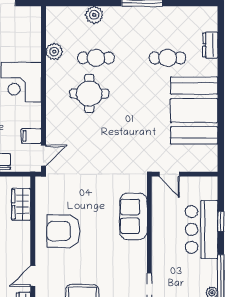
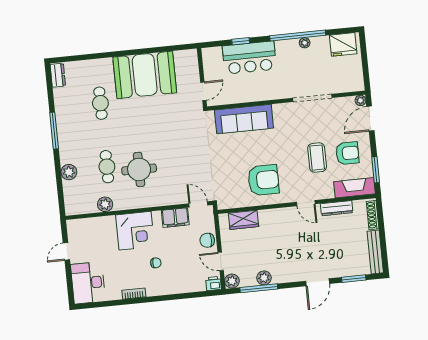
dresser: (210, 45) -> (58, 75), moved, turned -90
filing cabinet: (31, 136) -> (175, 218), width x2.00
sofa: (134, 216) -> (244, 119), width x1.36
armchair: (63, 231) -> (263, 180), turned -90

